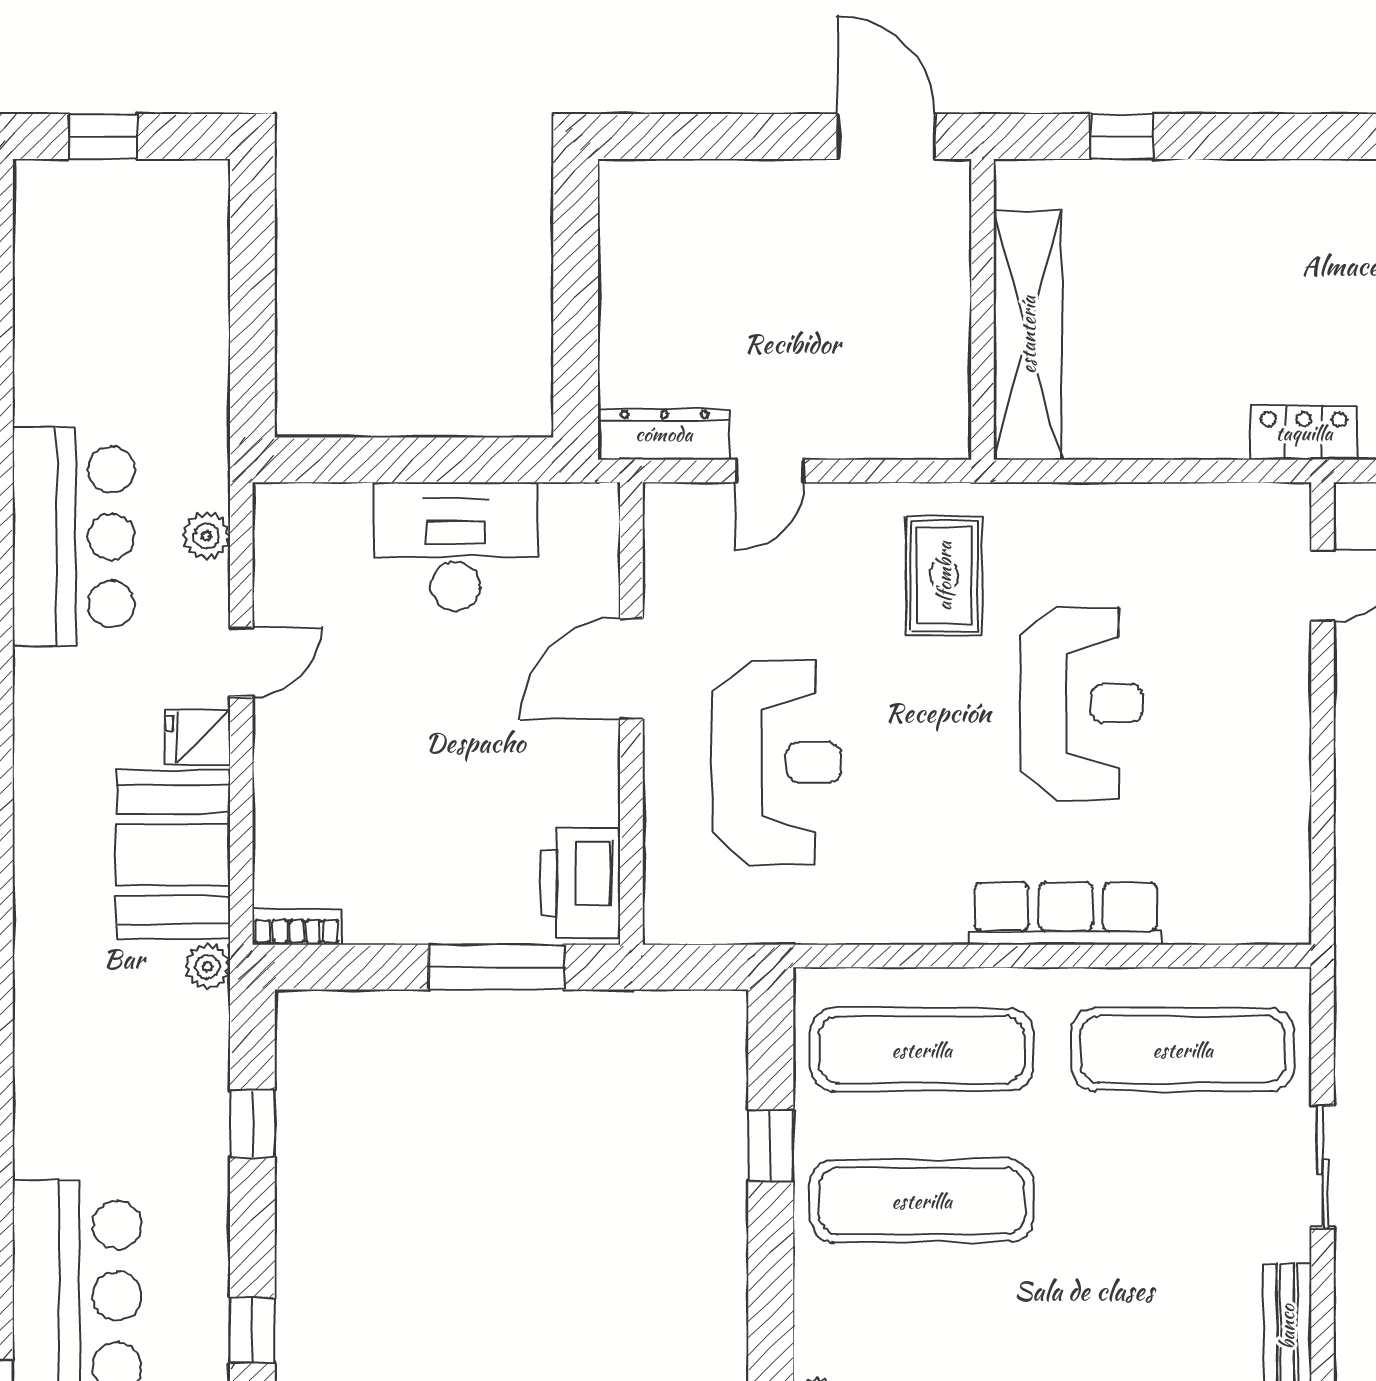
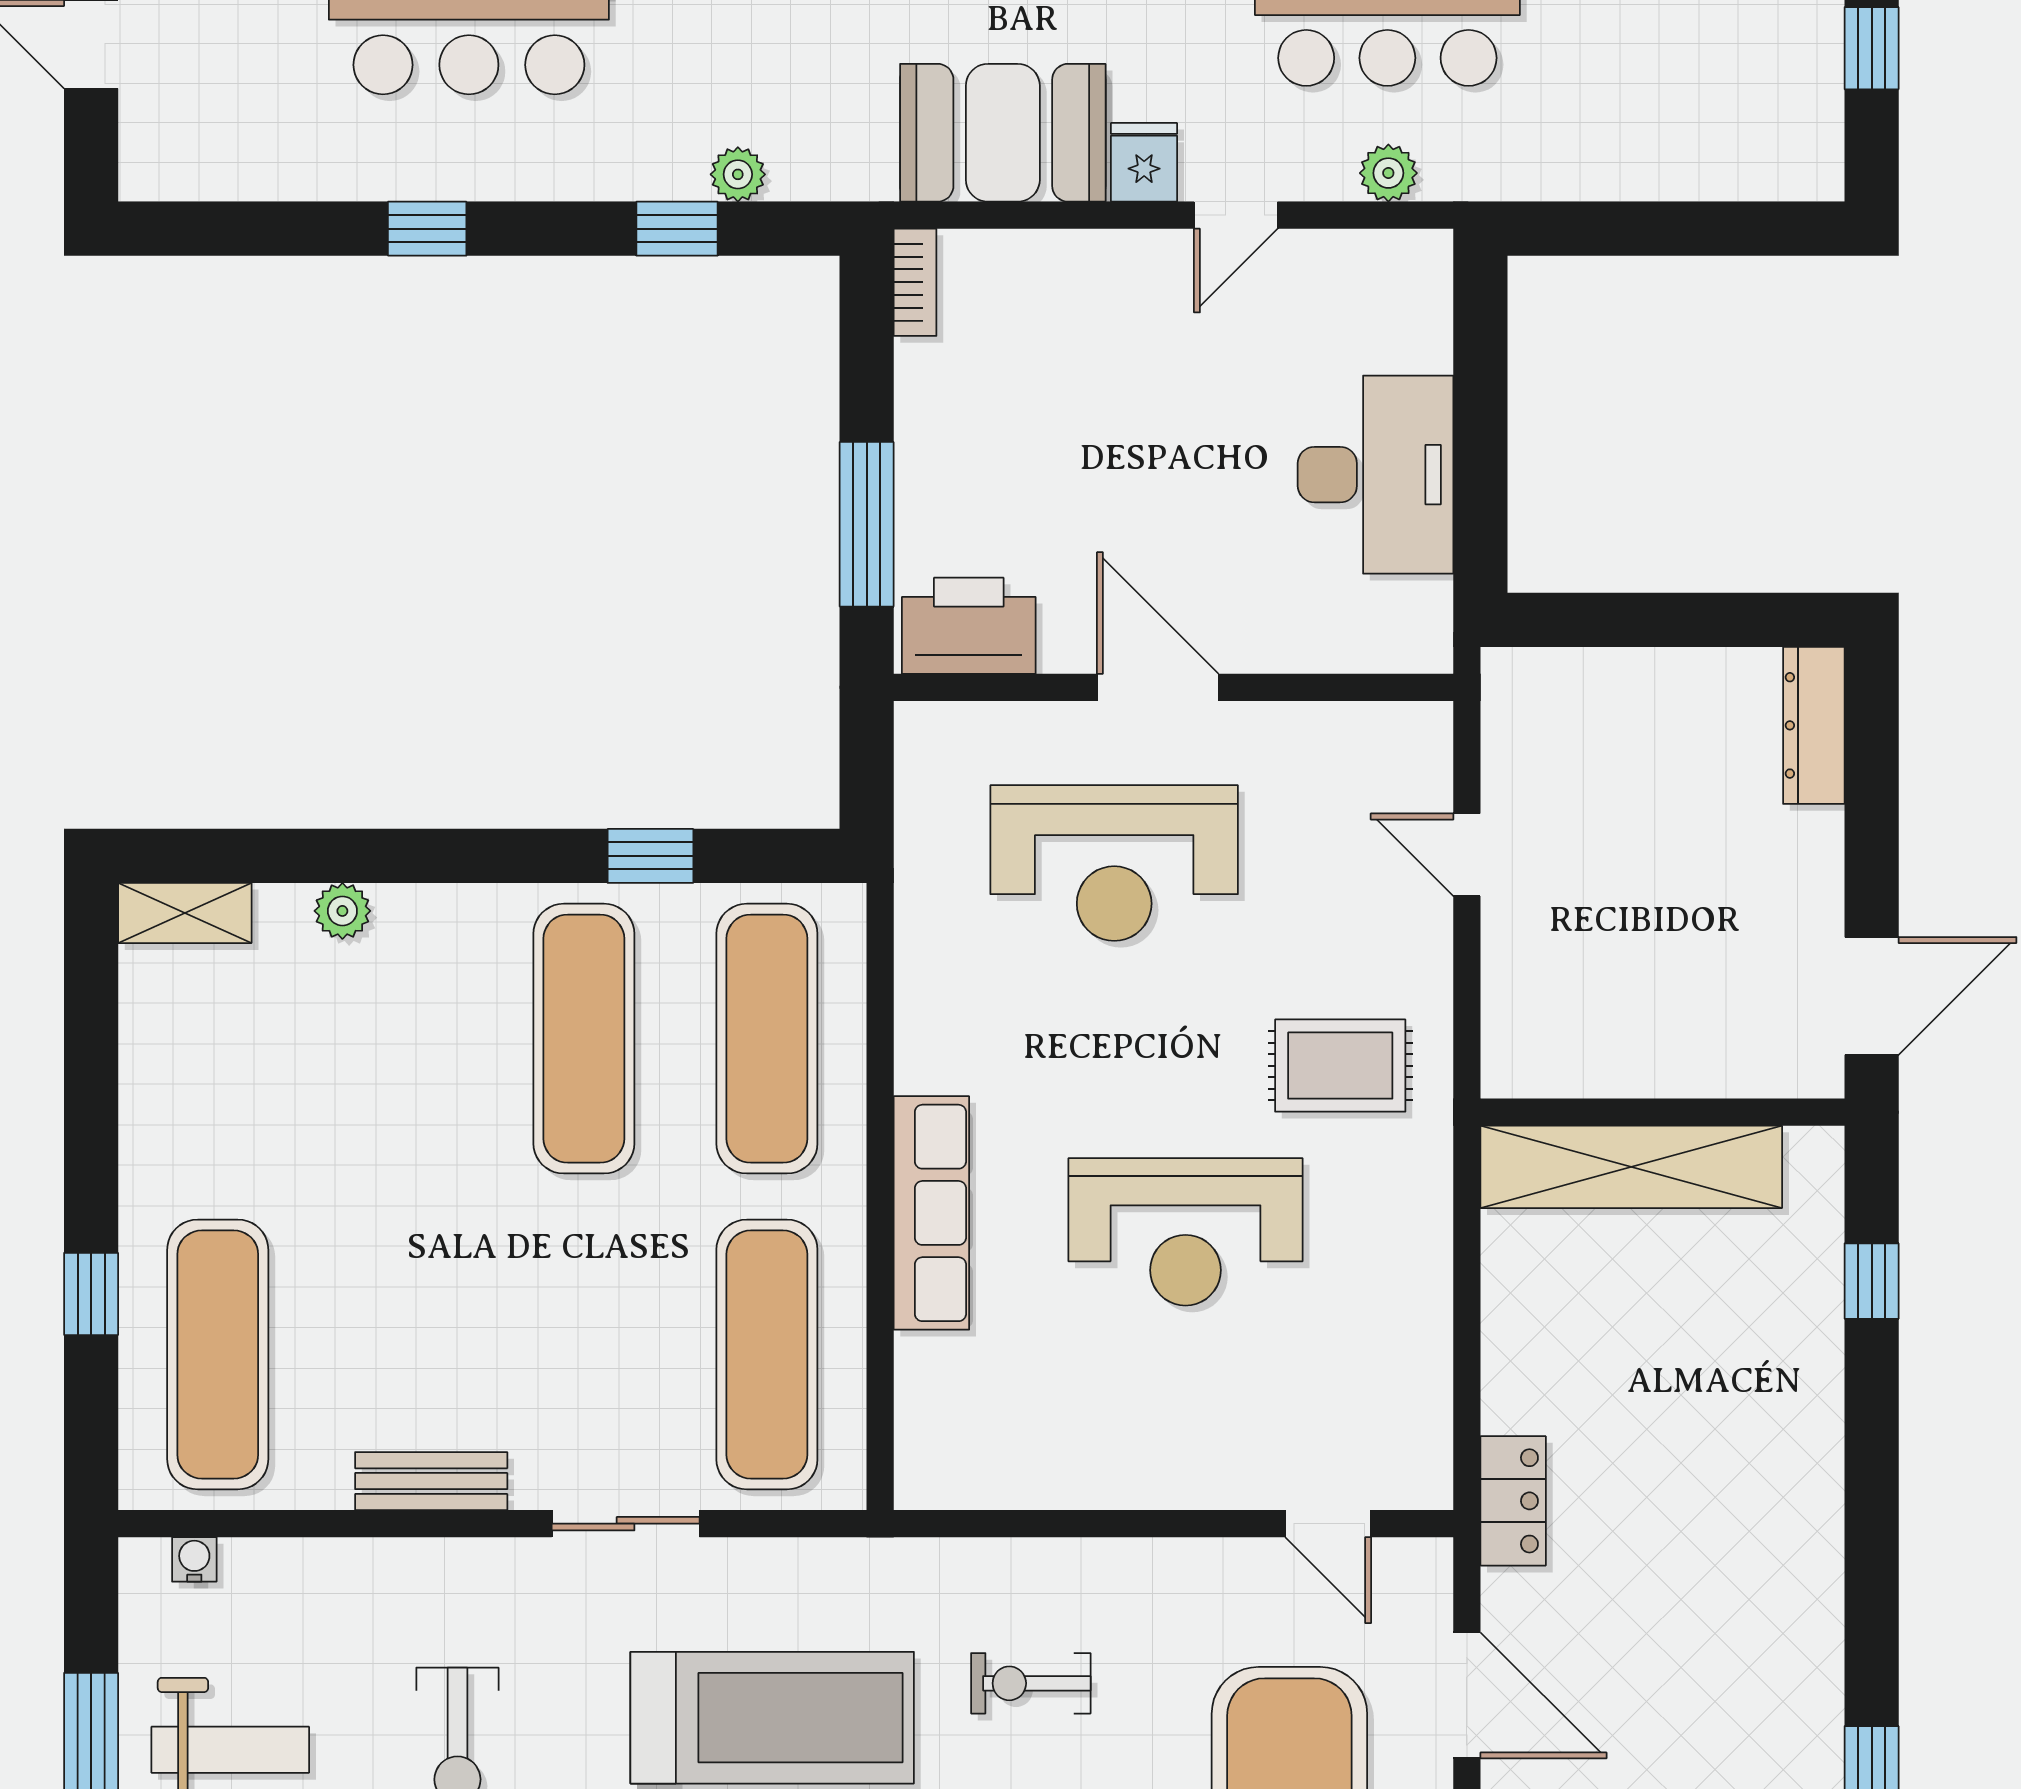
dresser: (664, 434) -> (1814, 725), moved, turned 180
door: (241, 662) -> (1236, 215), hinge flipped
door: (631, 668) -> (1158, 687), moved
plant: (207, 967) -> (738, 174), moved

